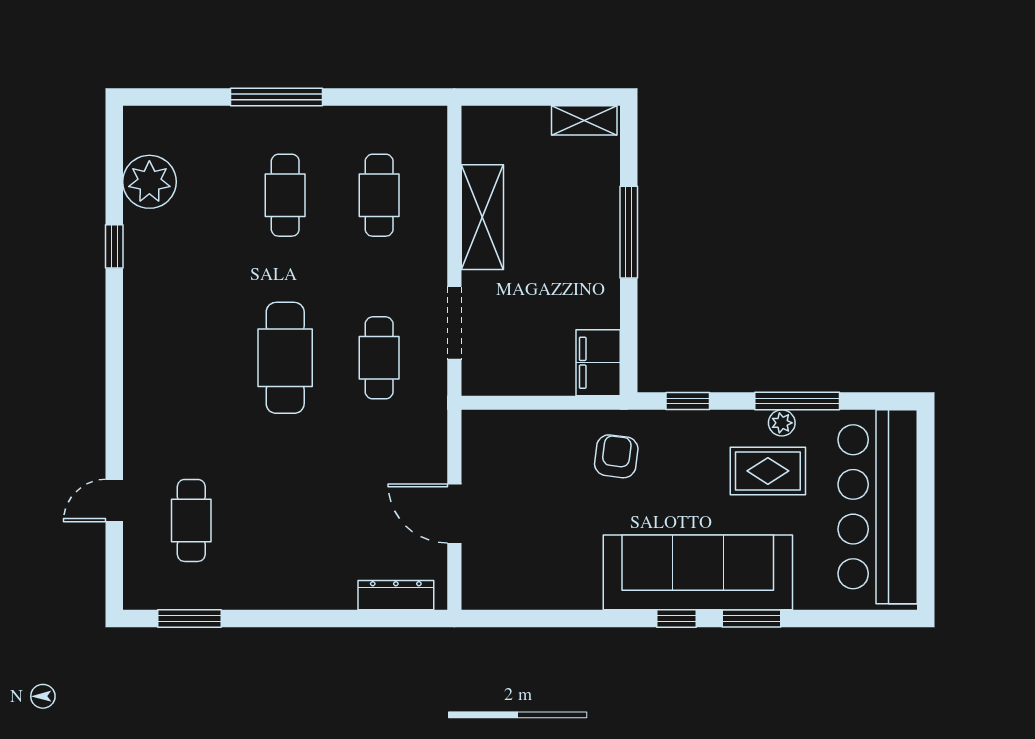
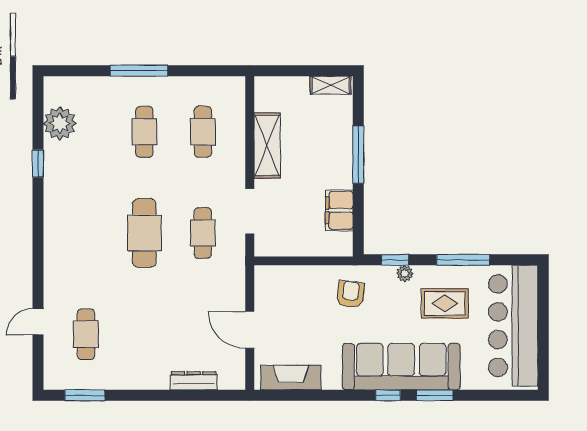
filing cabinet: (598, 363) -> (339, 210), moved
plant: (782, 423) -> (405, 273), moved
fireplace: (521, 590) -> (291, 378), added
dresser: (396, 595) -> (194, 381), moved

